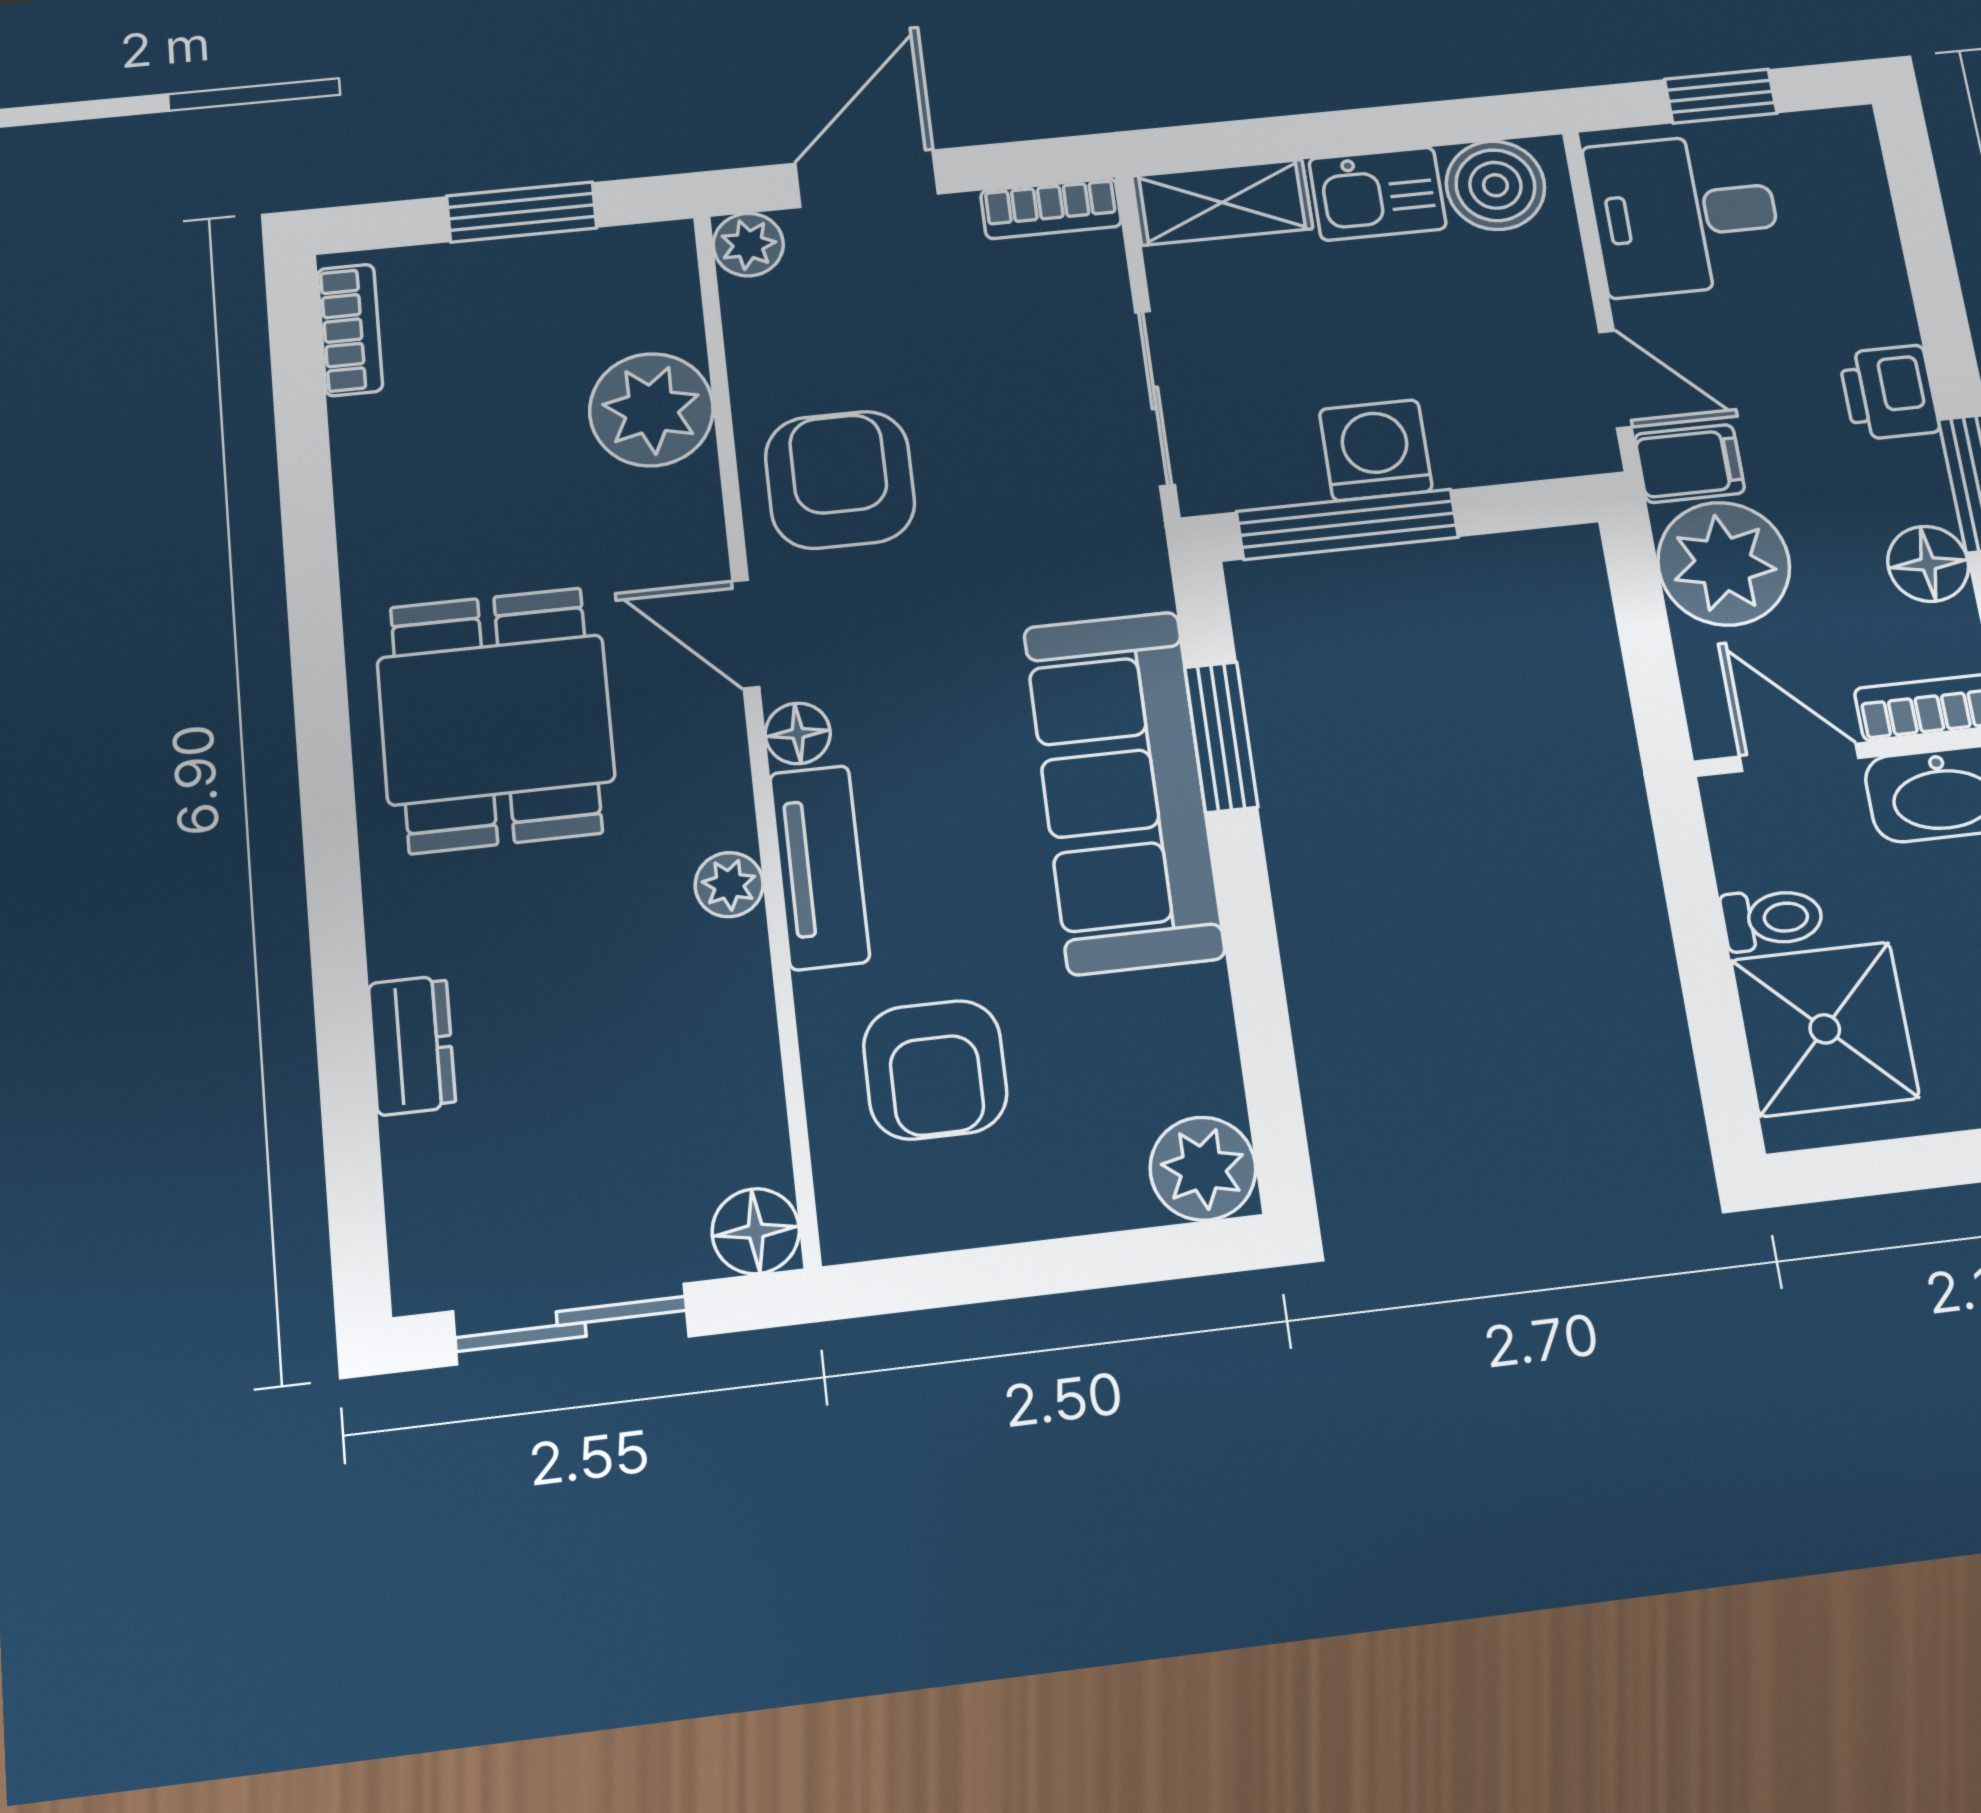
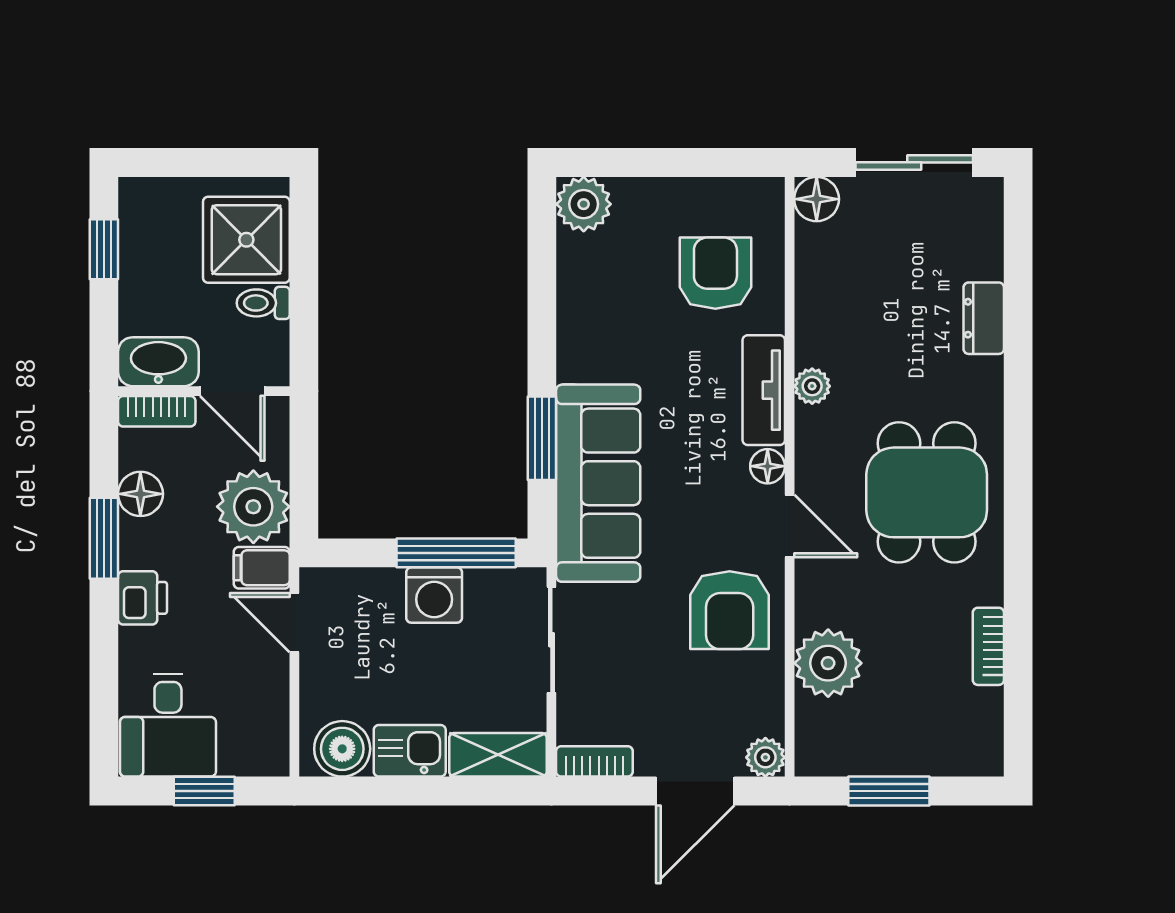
desk: (1684, 214) -> (168, 725), moved, turned 90
bookcase: (350, 330) -> (988, 646), moved
sofa: (1123, 791) -> (598, 483), moved

